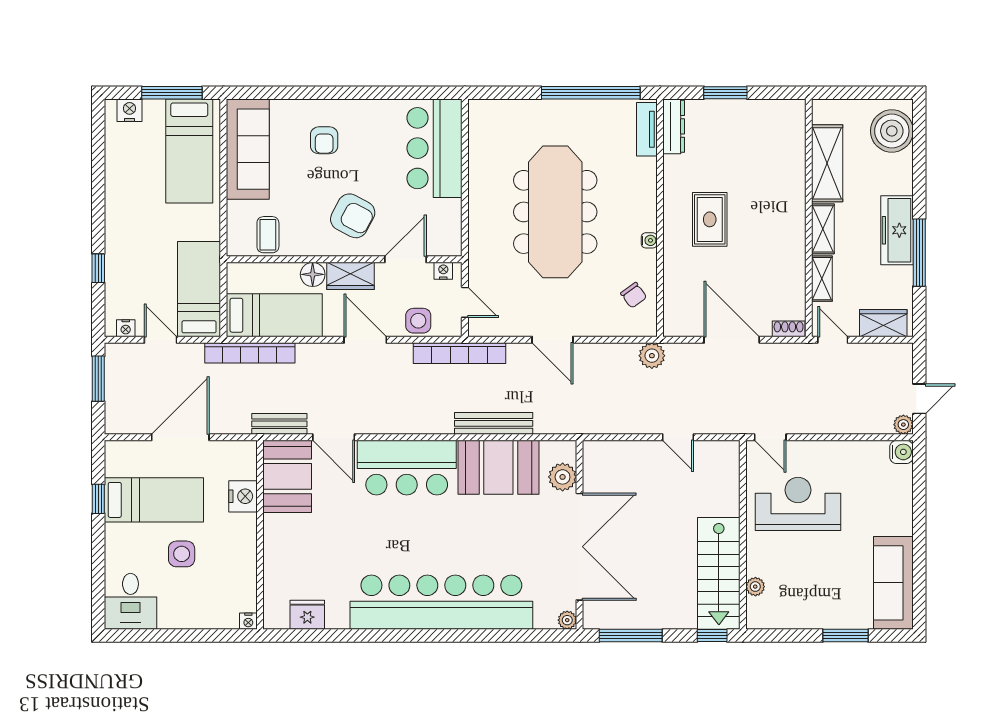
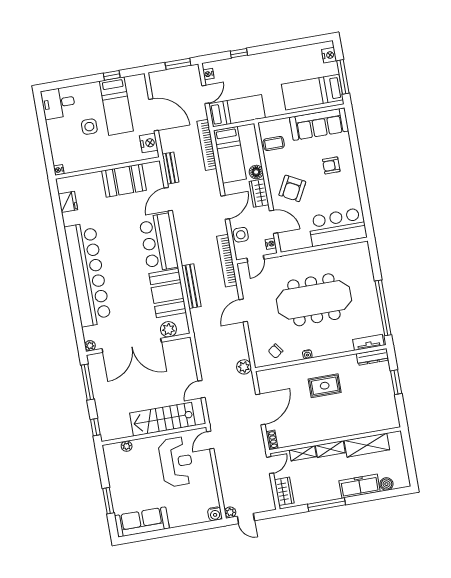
boiler: (892, 131) -> (386, 484), width x0.54, depth x0.54
freezer: (897, 230) -> (360, 486), moved
booth: (287, 476) -> (124, 181), moved
nightstand: (243, 496) -> (149, 143), moved, turned -90
stairs: (719, 573) -> (163, 419), moved

